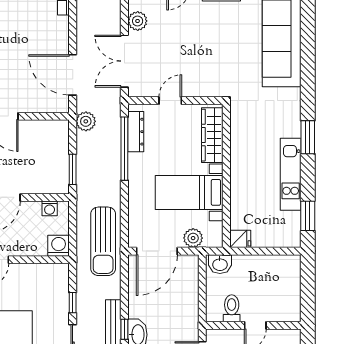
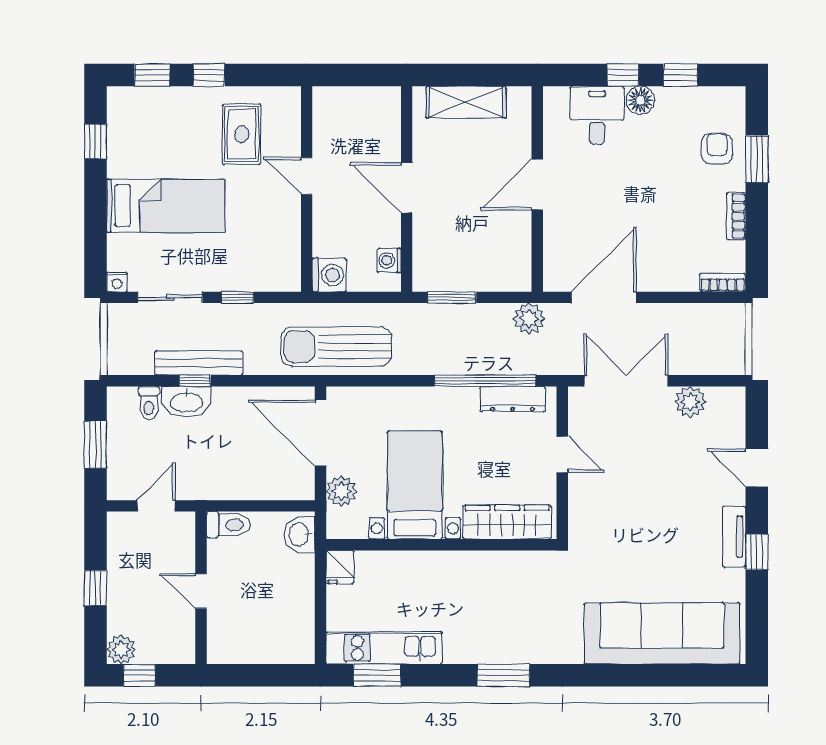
kitchen unit: (291, 174) -> (384, 648), moved
toilet: (232, 308) -> (228, 525), moved

